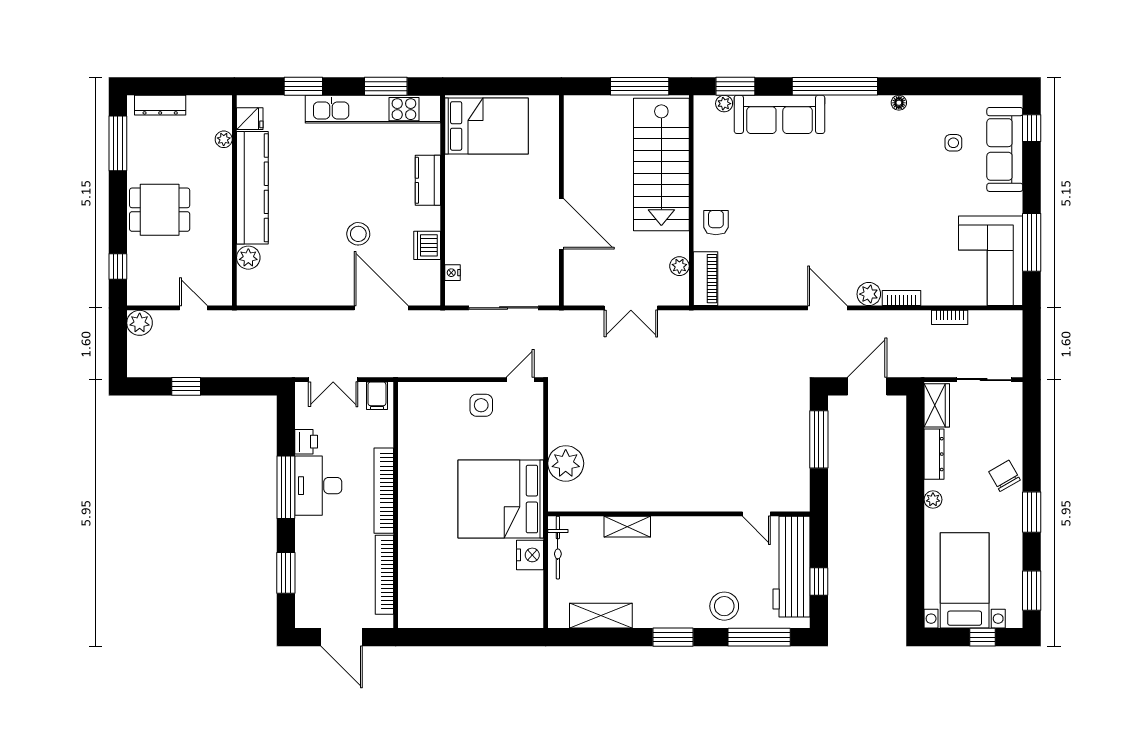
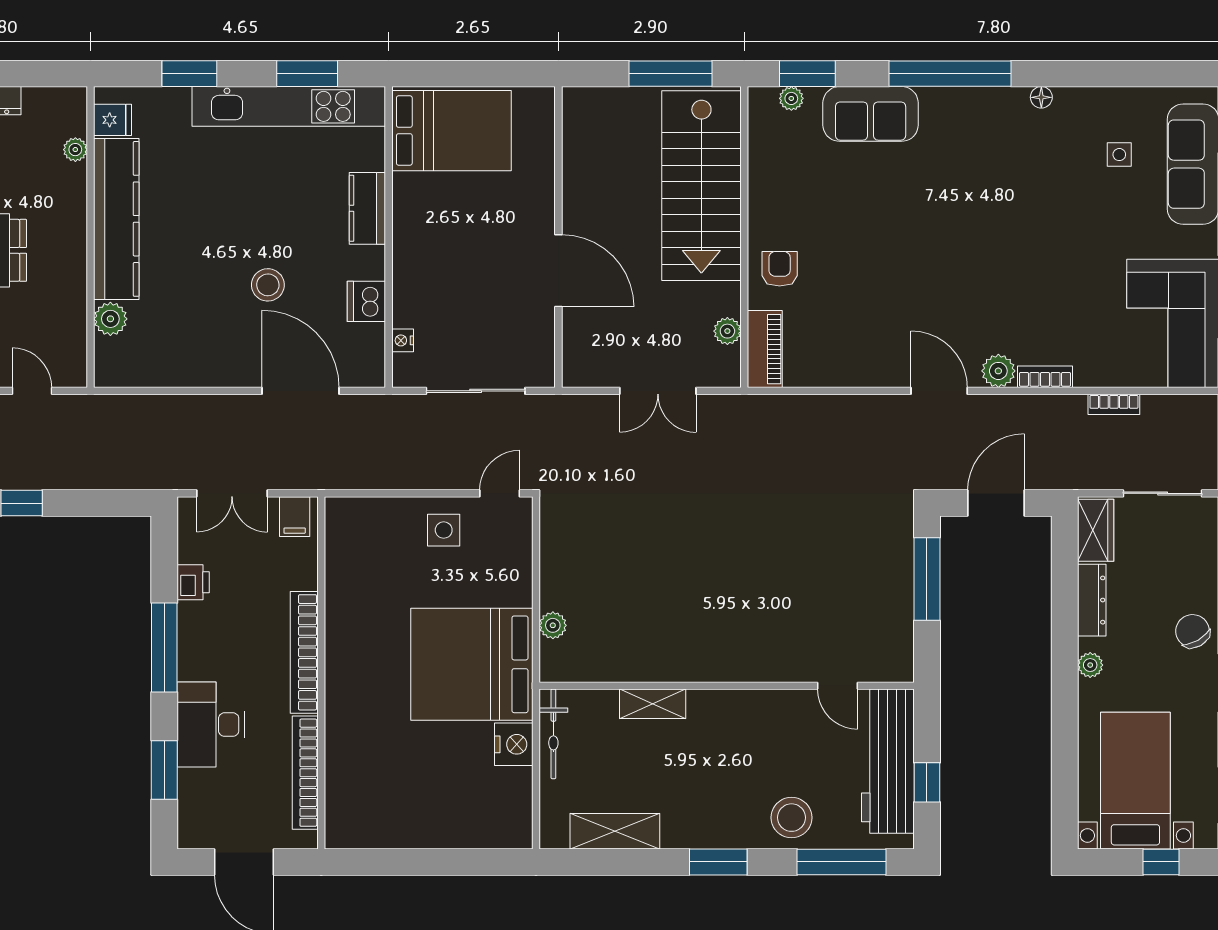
sofa: (779, 114) -> (871, 114), width x0.73
plant: (566, 463) -> (553, 625), width x0.53, depth x0.53
desk: (318, 486) -> (211, 725), moved

